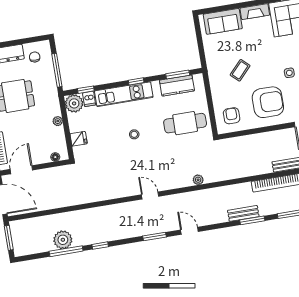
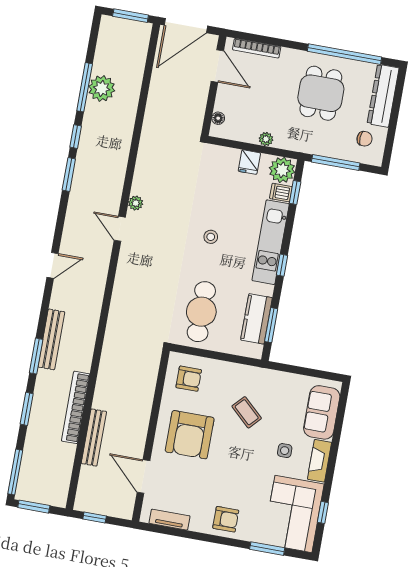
side table: (289, 73) -> (285, 451), moved
fridge: (79, 139) -> (249, 162), moved
plant: (198, 180) -> (136, 203), moved
door: (150, 195) -> (120, 229), swing flipped
bench: (243, 213) -> (51, 339), width x1.36
window: (154, 237) -> (69, 174), moved

